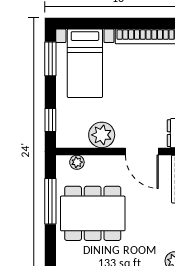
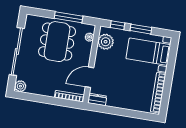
window: (50, 59) -> (141, 29), moved
plant: (102, 135) -> (106, 42), moved

